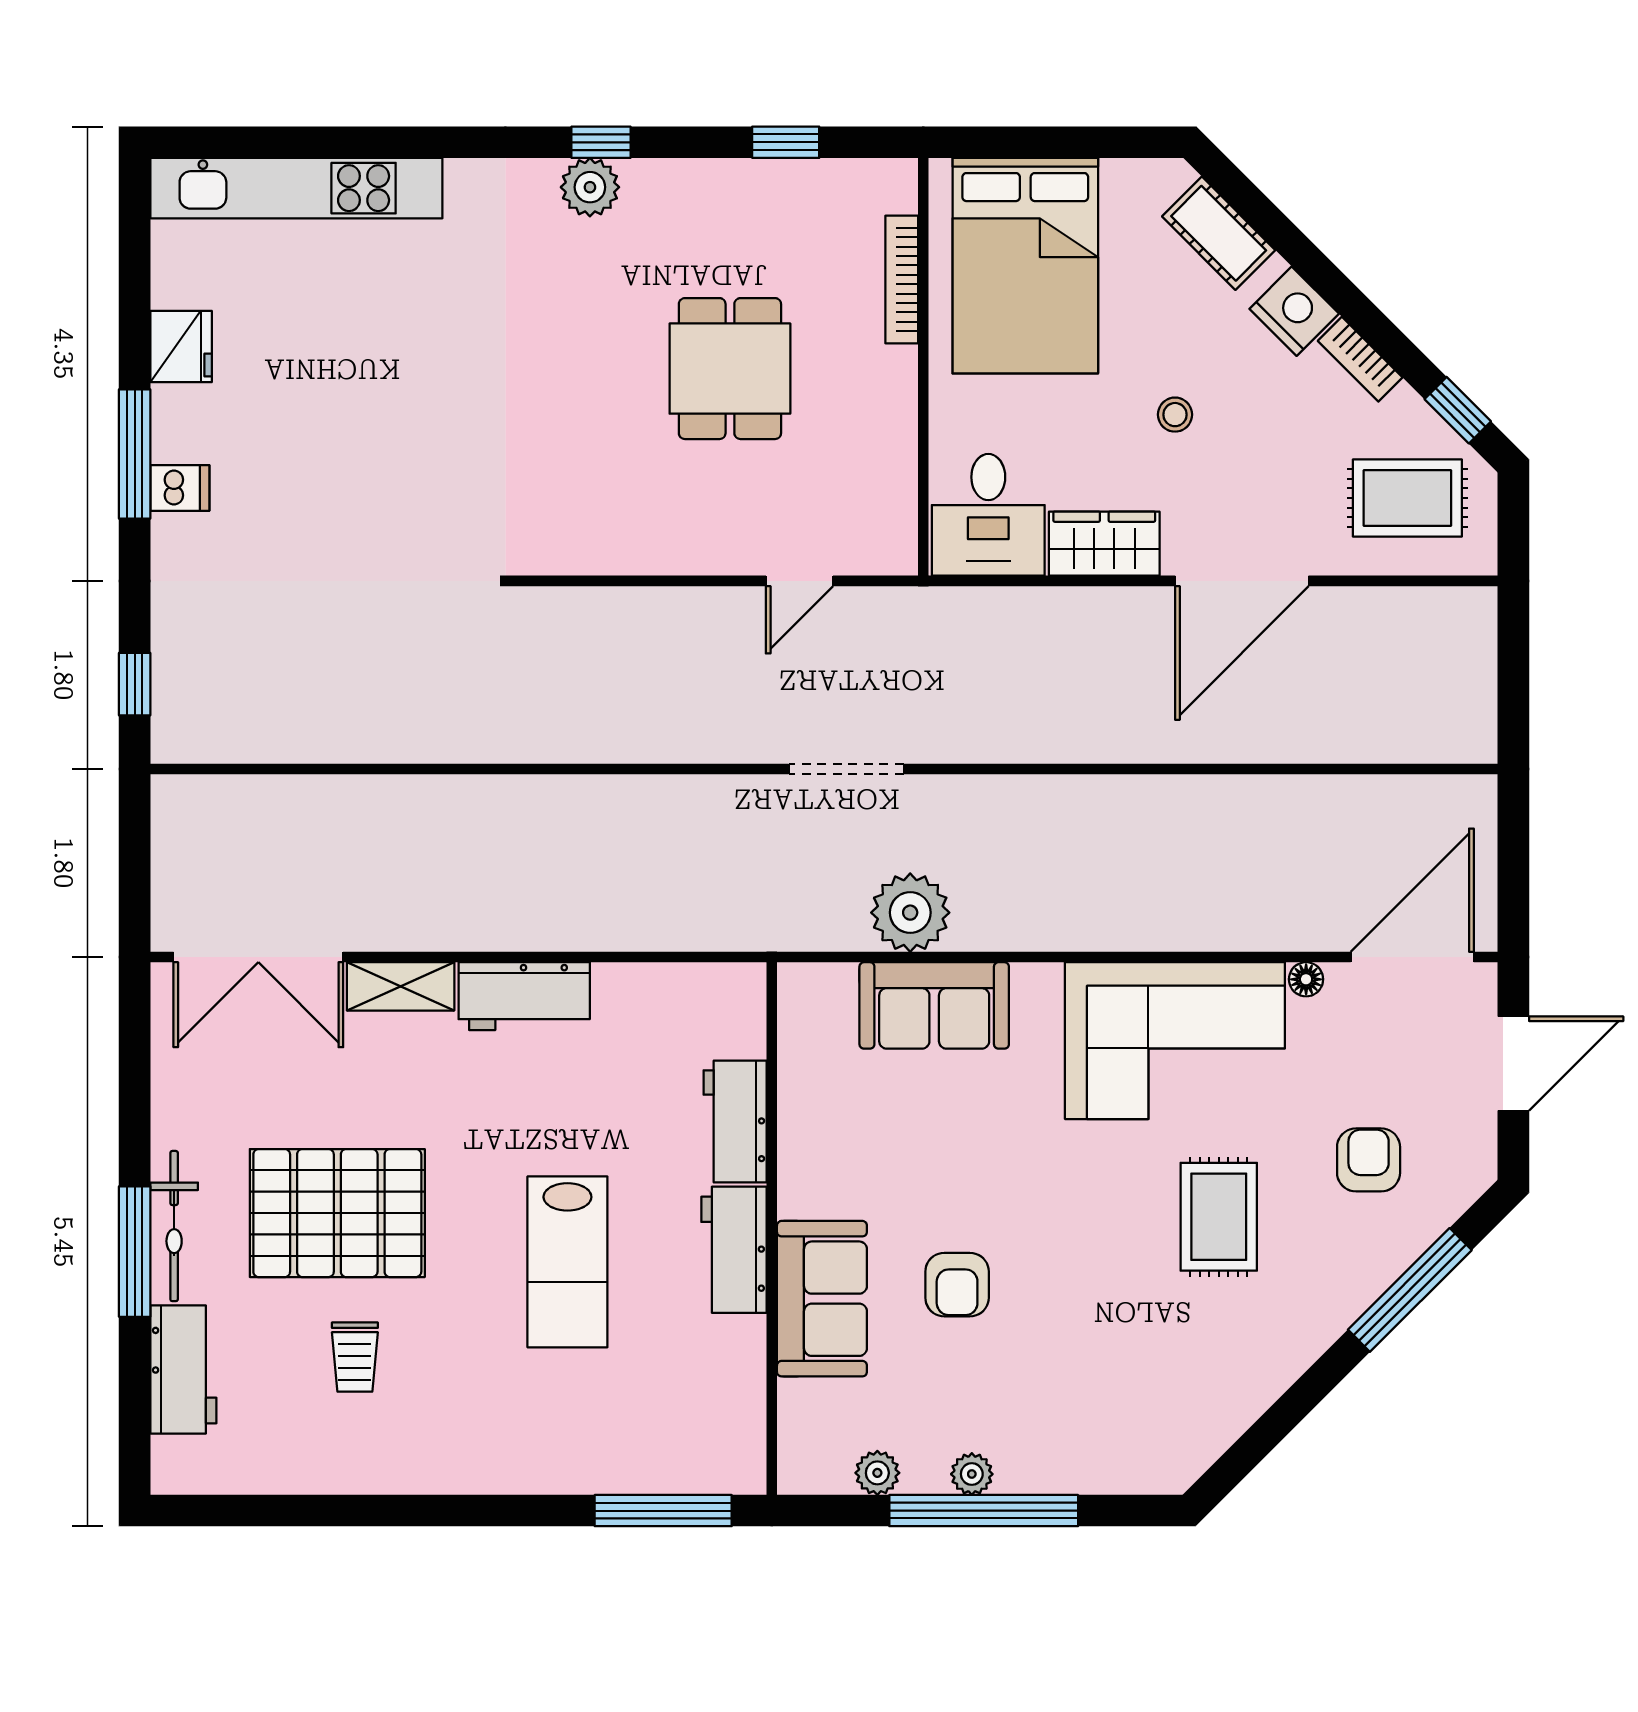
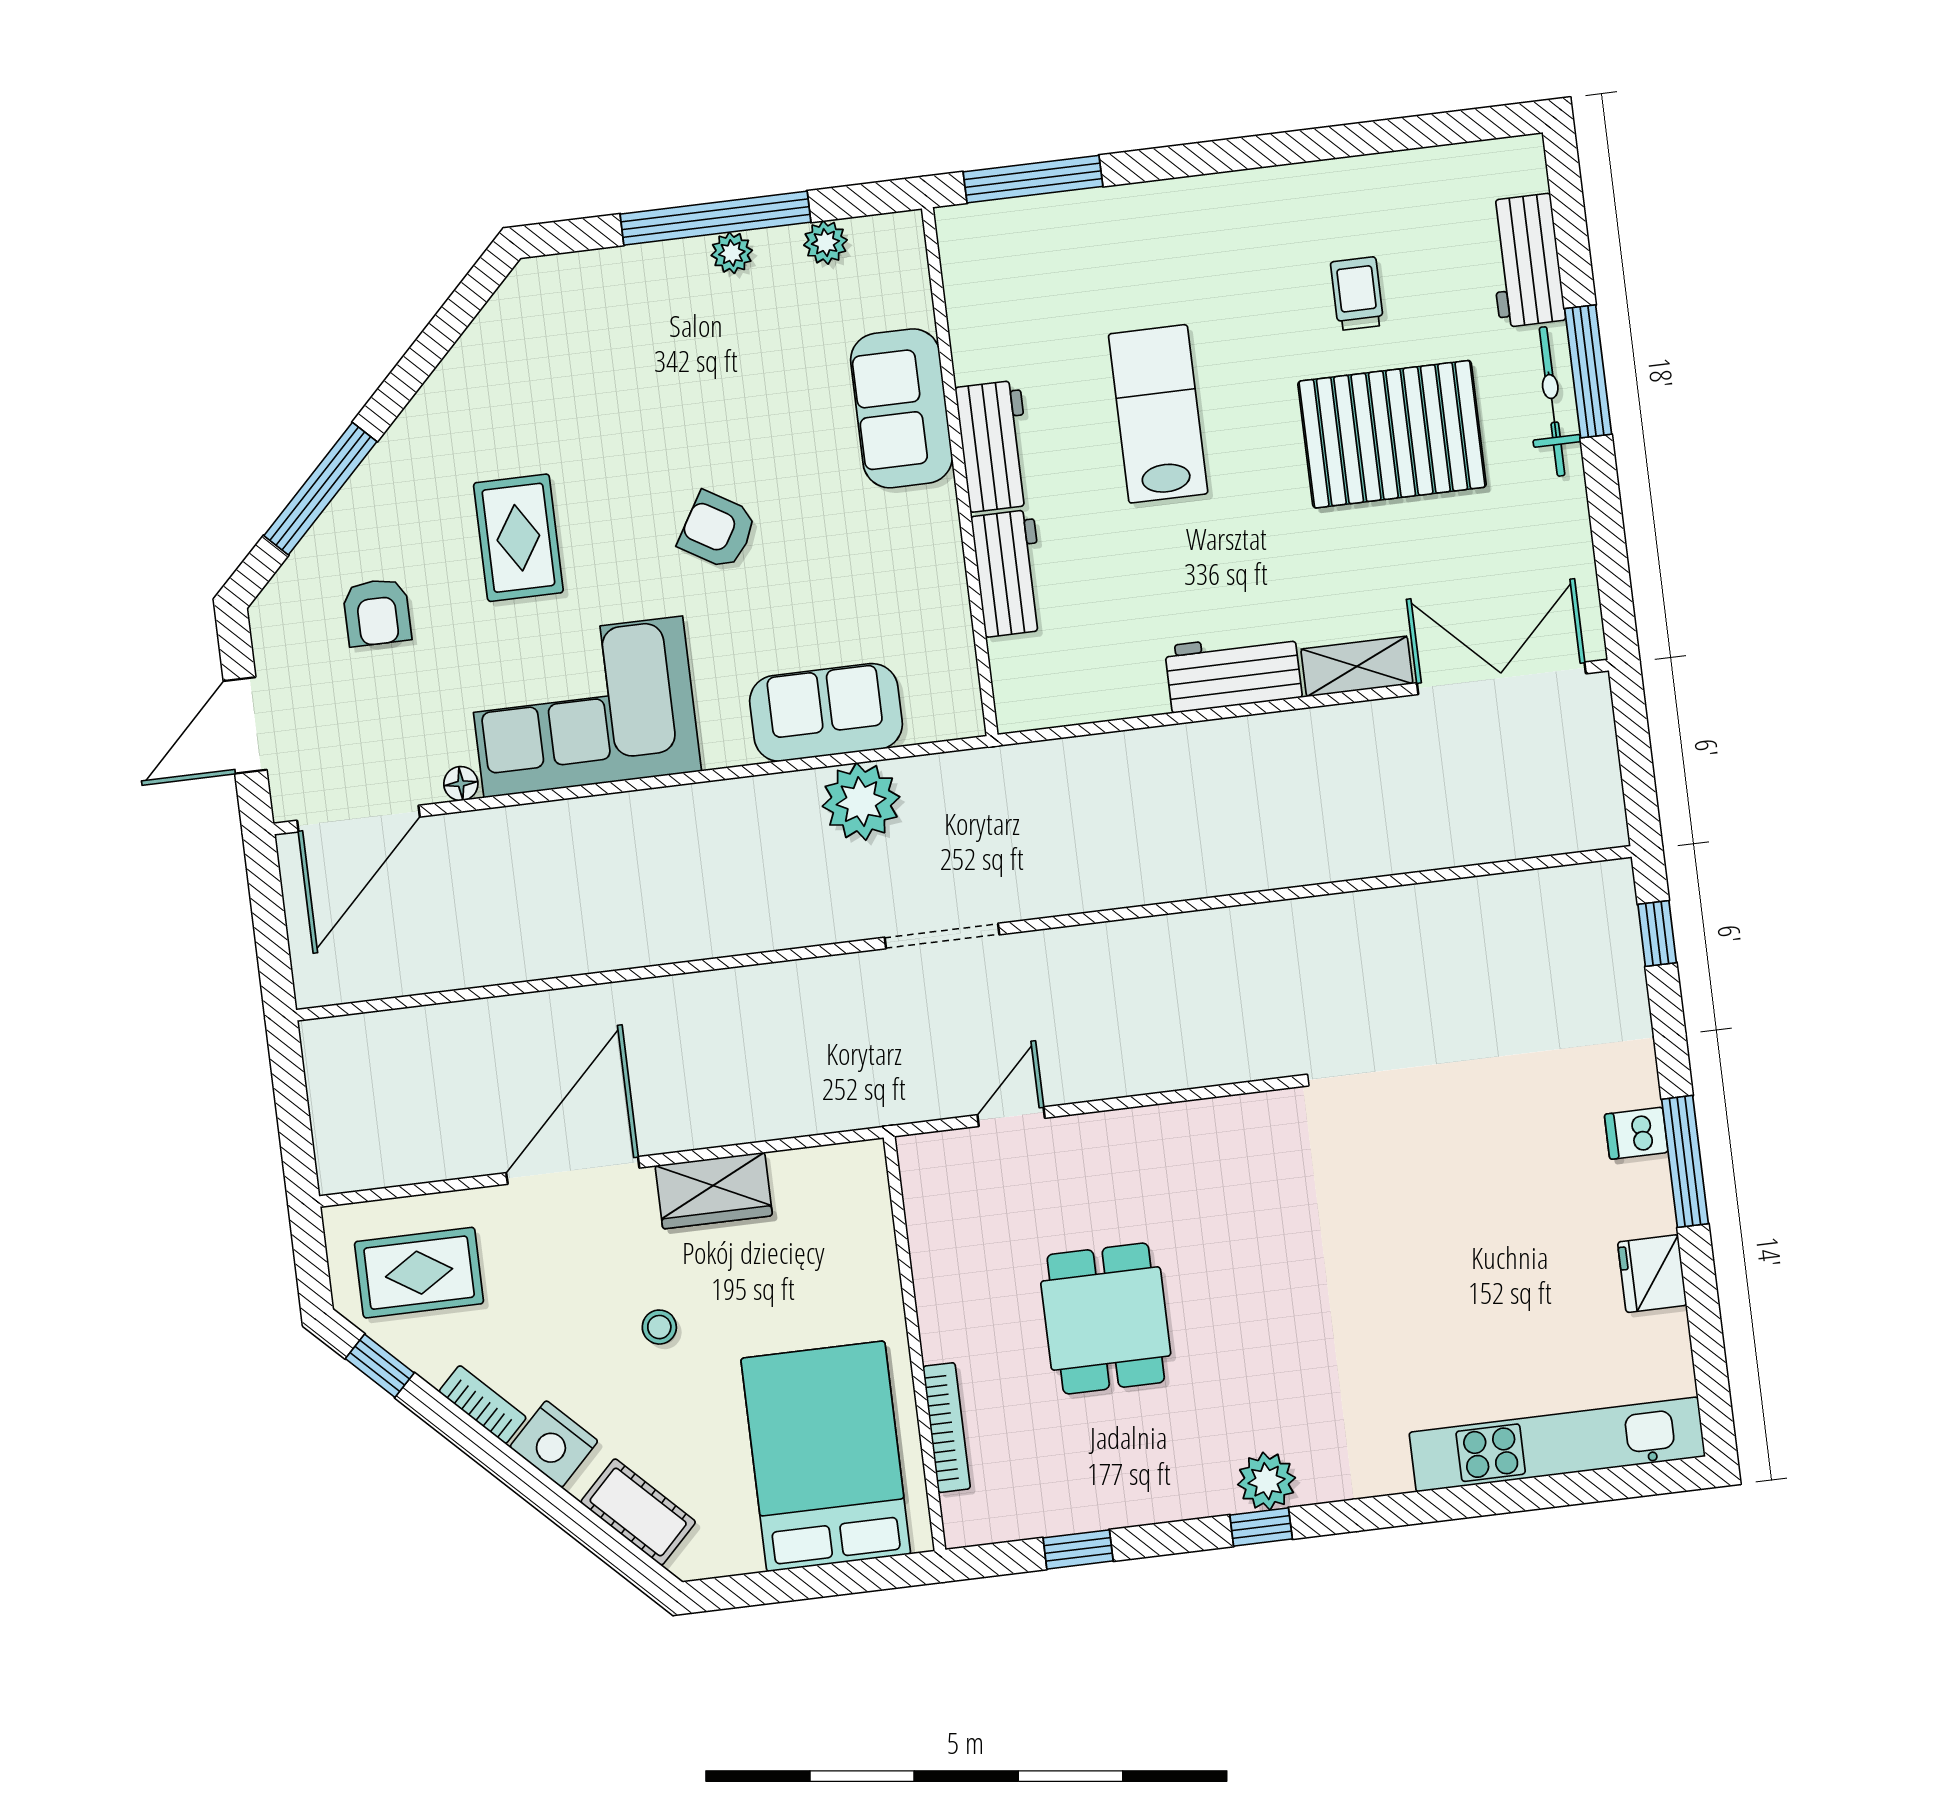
desk: (988, 515) -> (832, 1205), removed
armchair: (957, 1285) -> (717, 530), moved, turned -59

